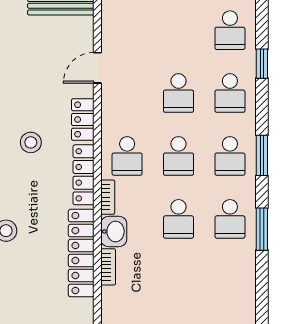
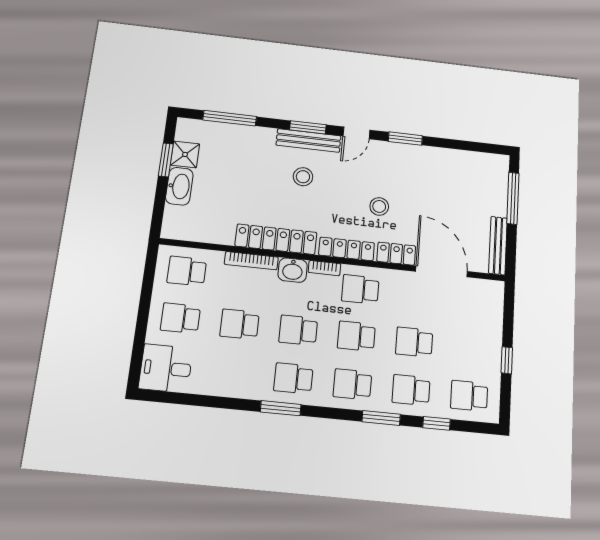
door: (97, 68) -> (442, 271), width x1.88
window: (262, 155) -> (381, 418), moved
bookcase: (108, 267) -> (251, 261), width x1.56
school desk: (179, 282) -> (240, 324), added

